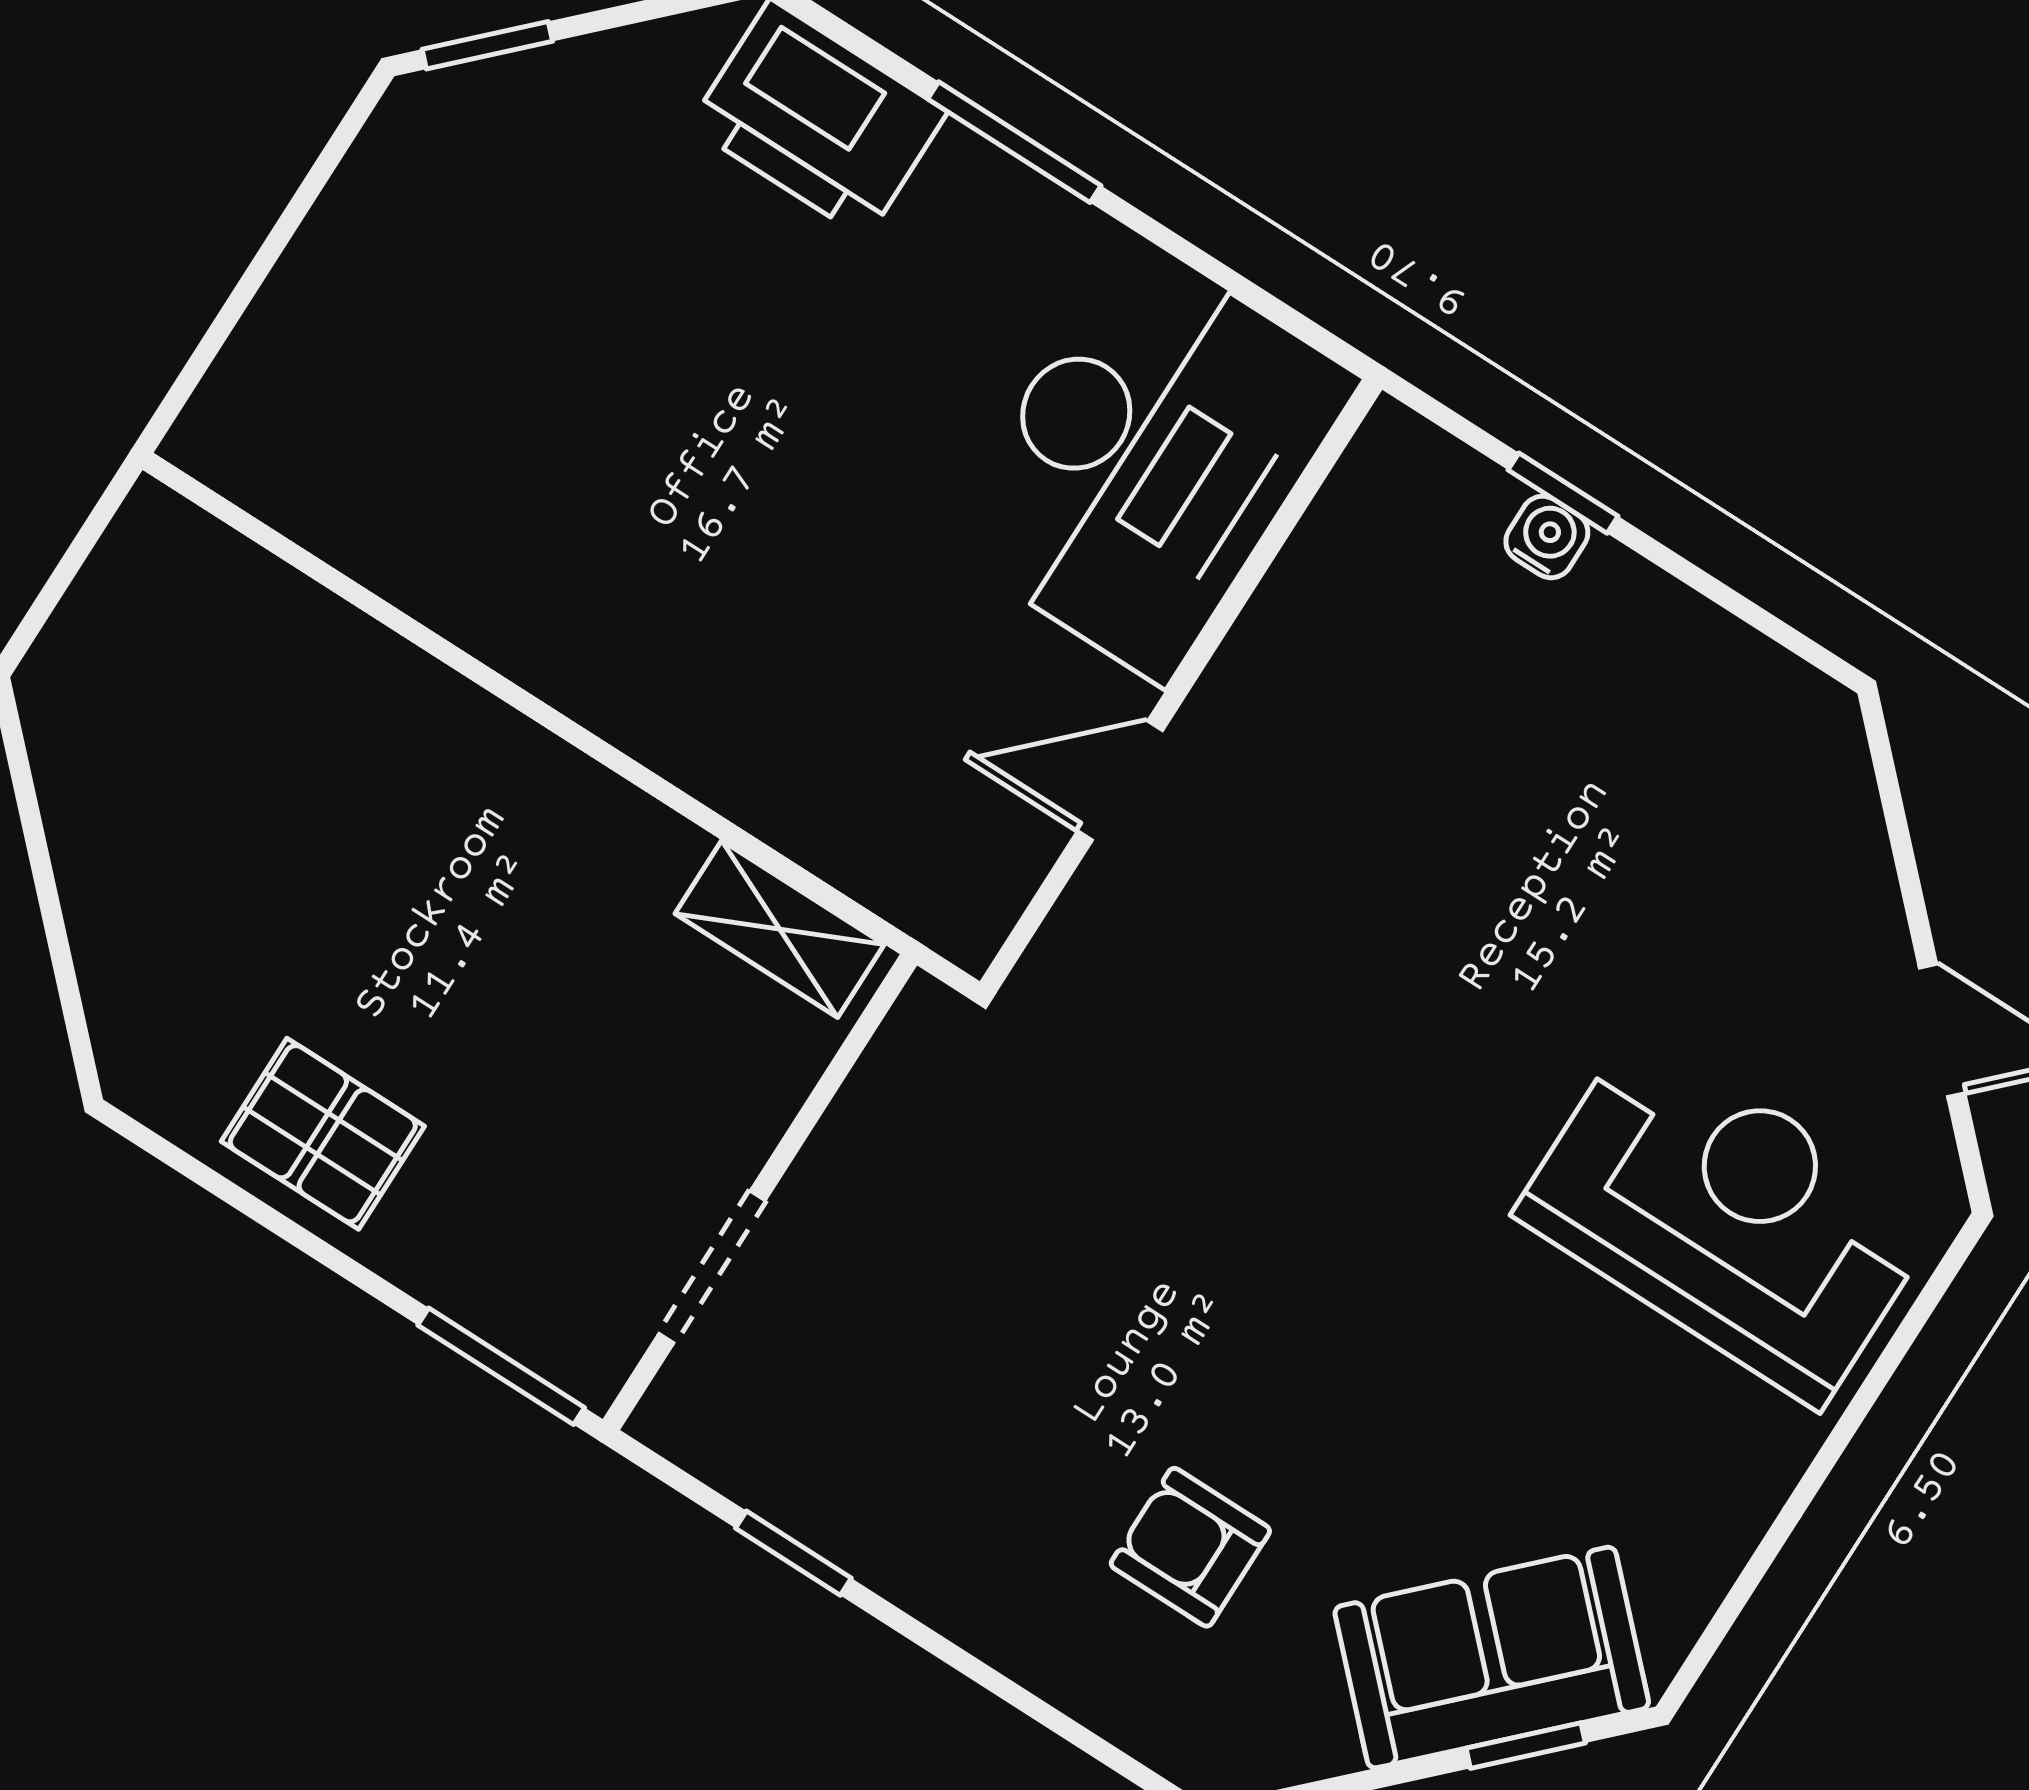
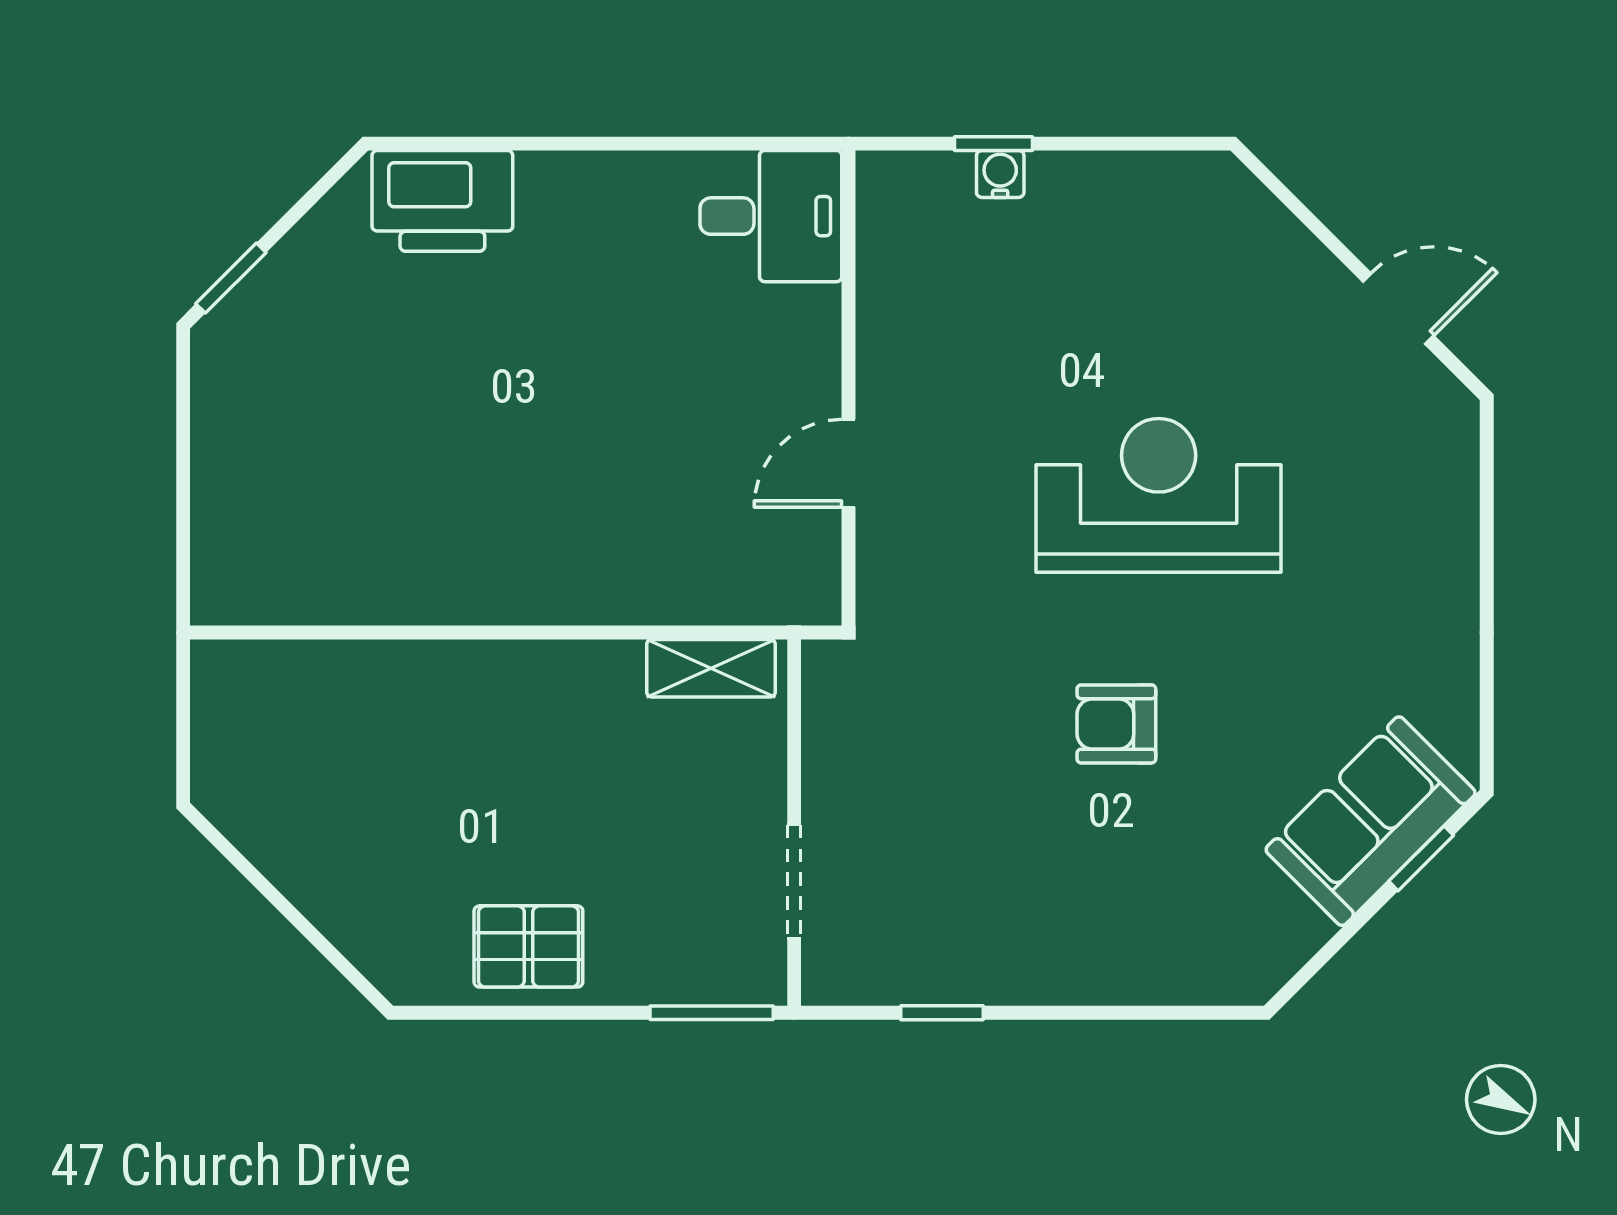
window: (1014, 142) -> (561, 144), removed
desk: (1149, 460) -> (771, 216), width x0.53, depth x0.77
reception desk: (1727, 1217) -> (1159, 495), moved
armchair: (1190, 1547) -> (1116, 724), moved

